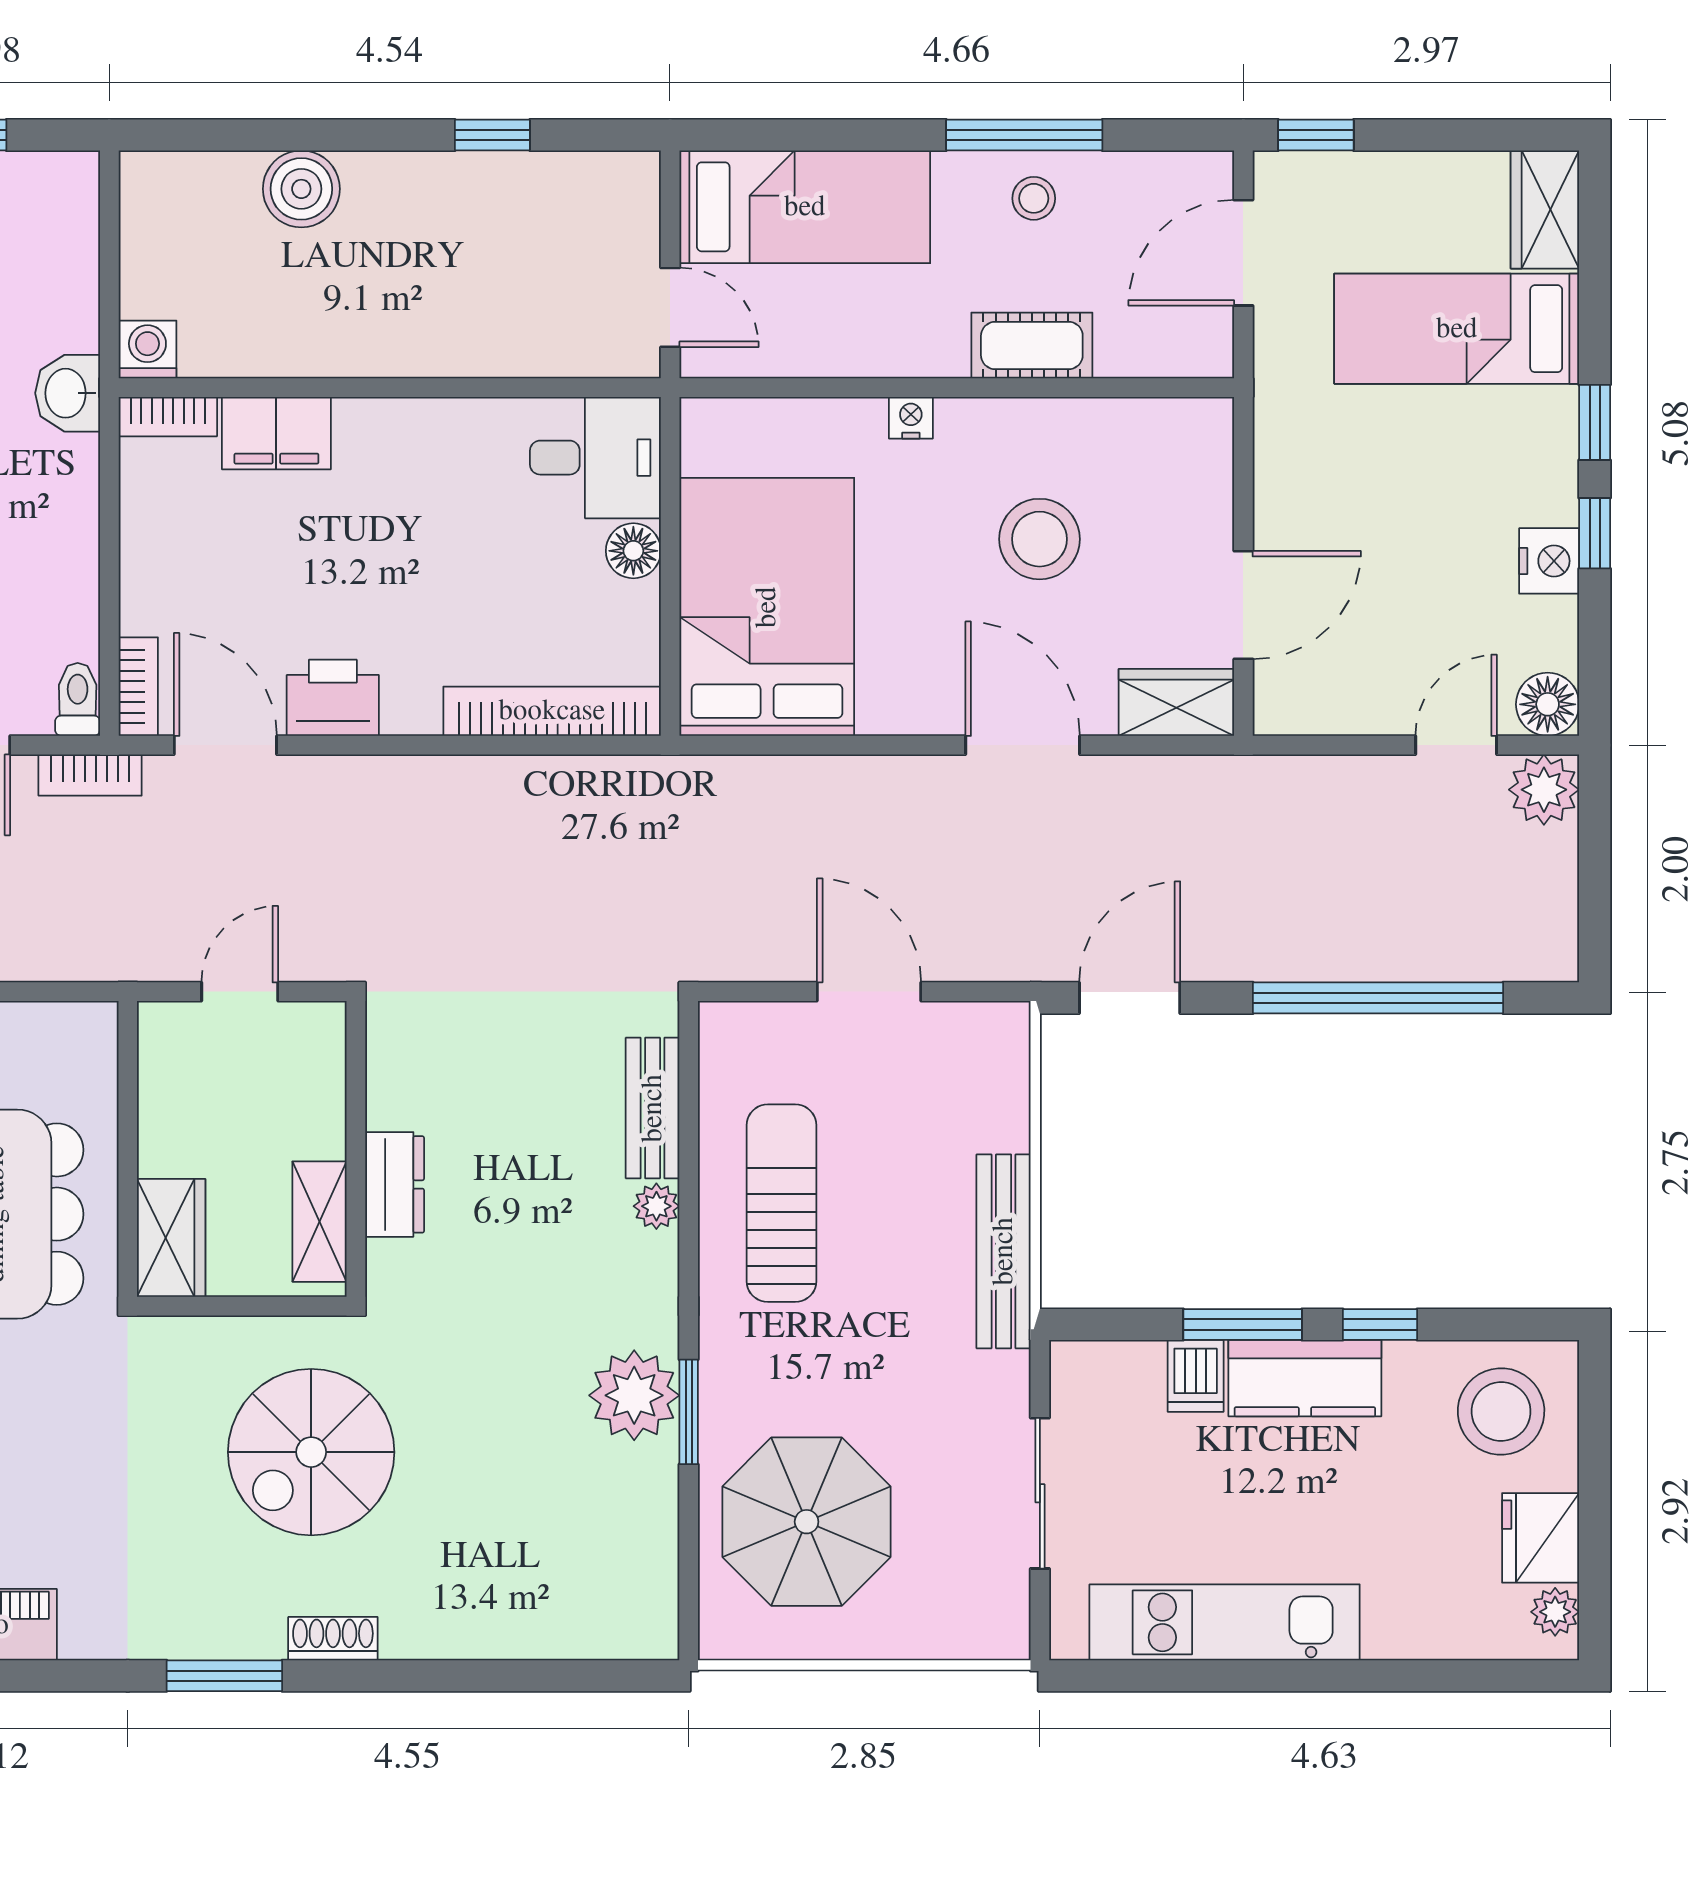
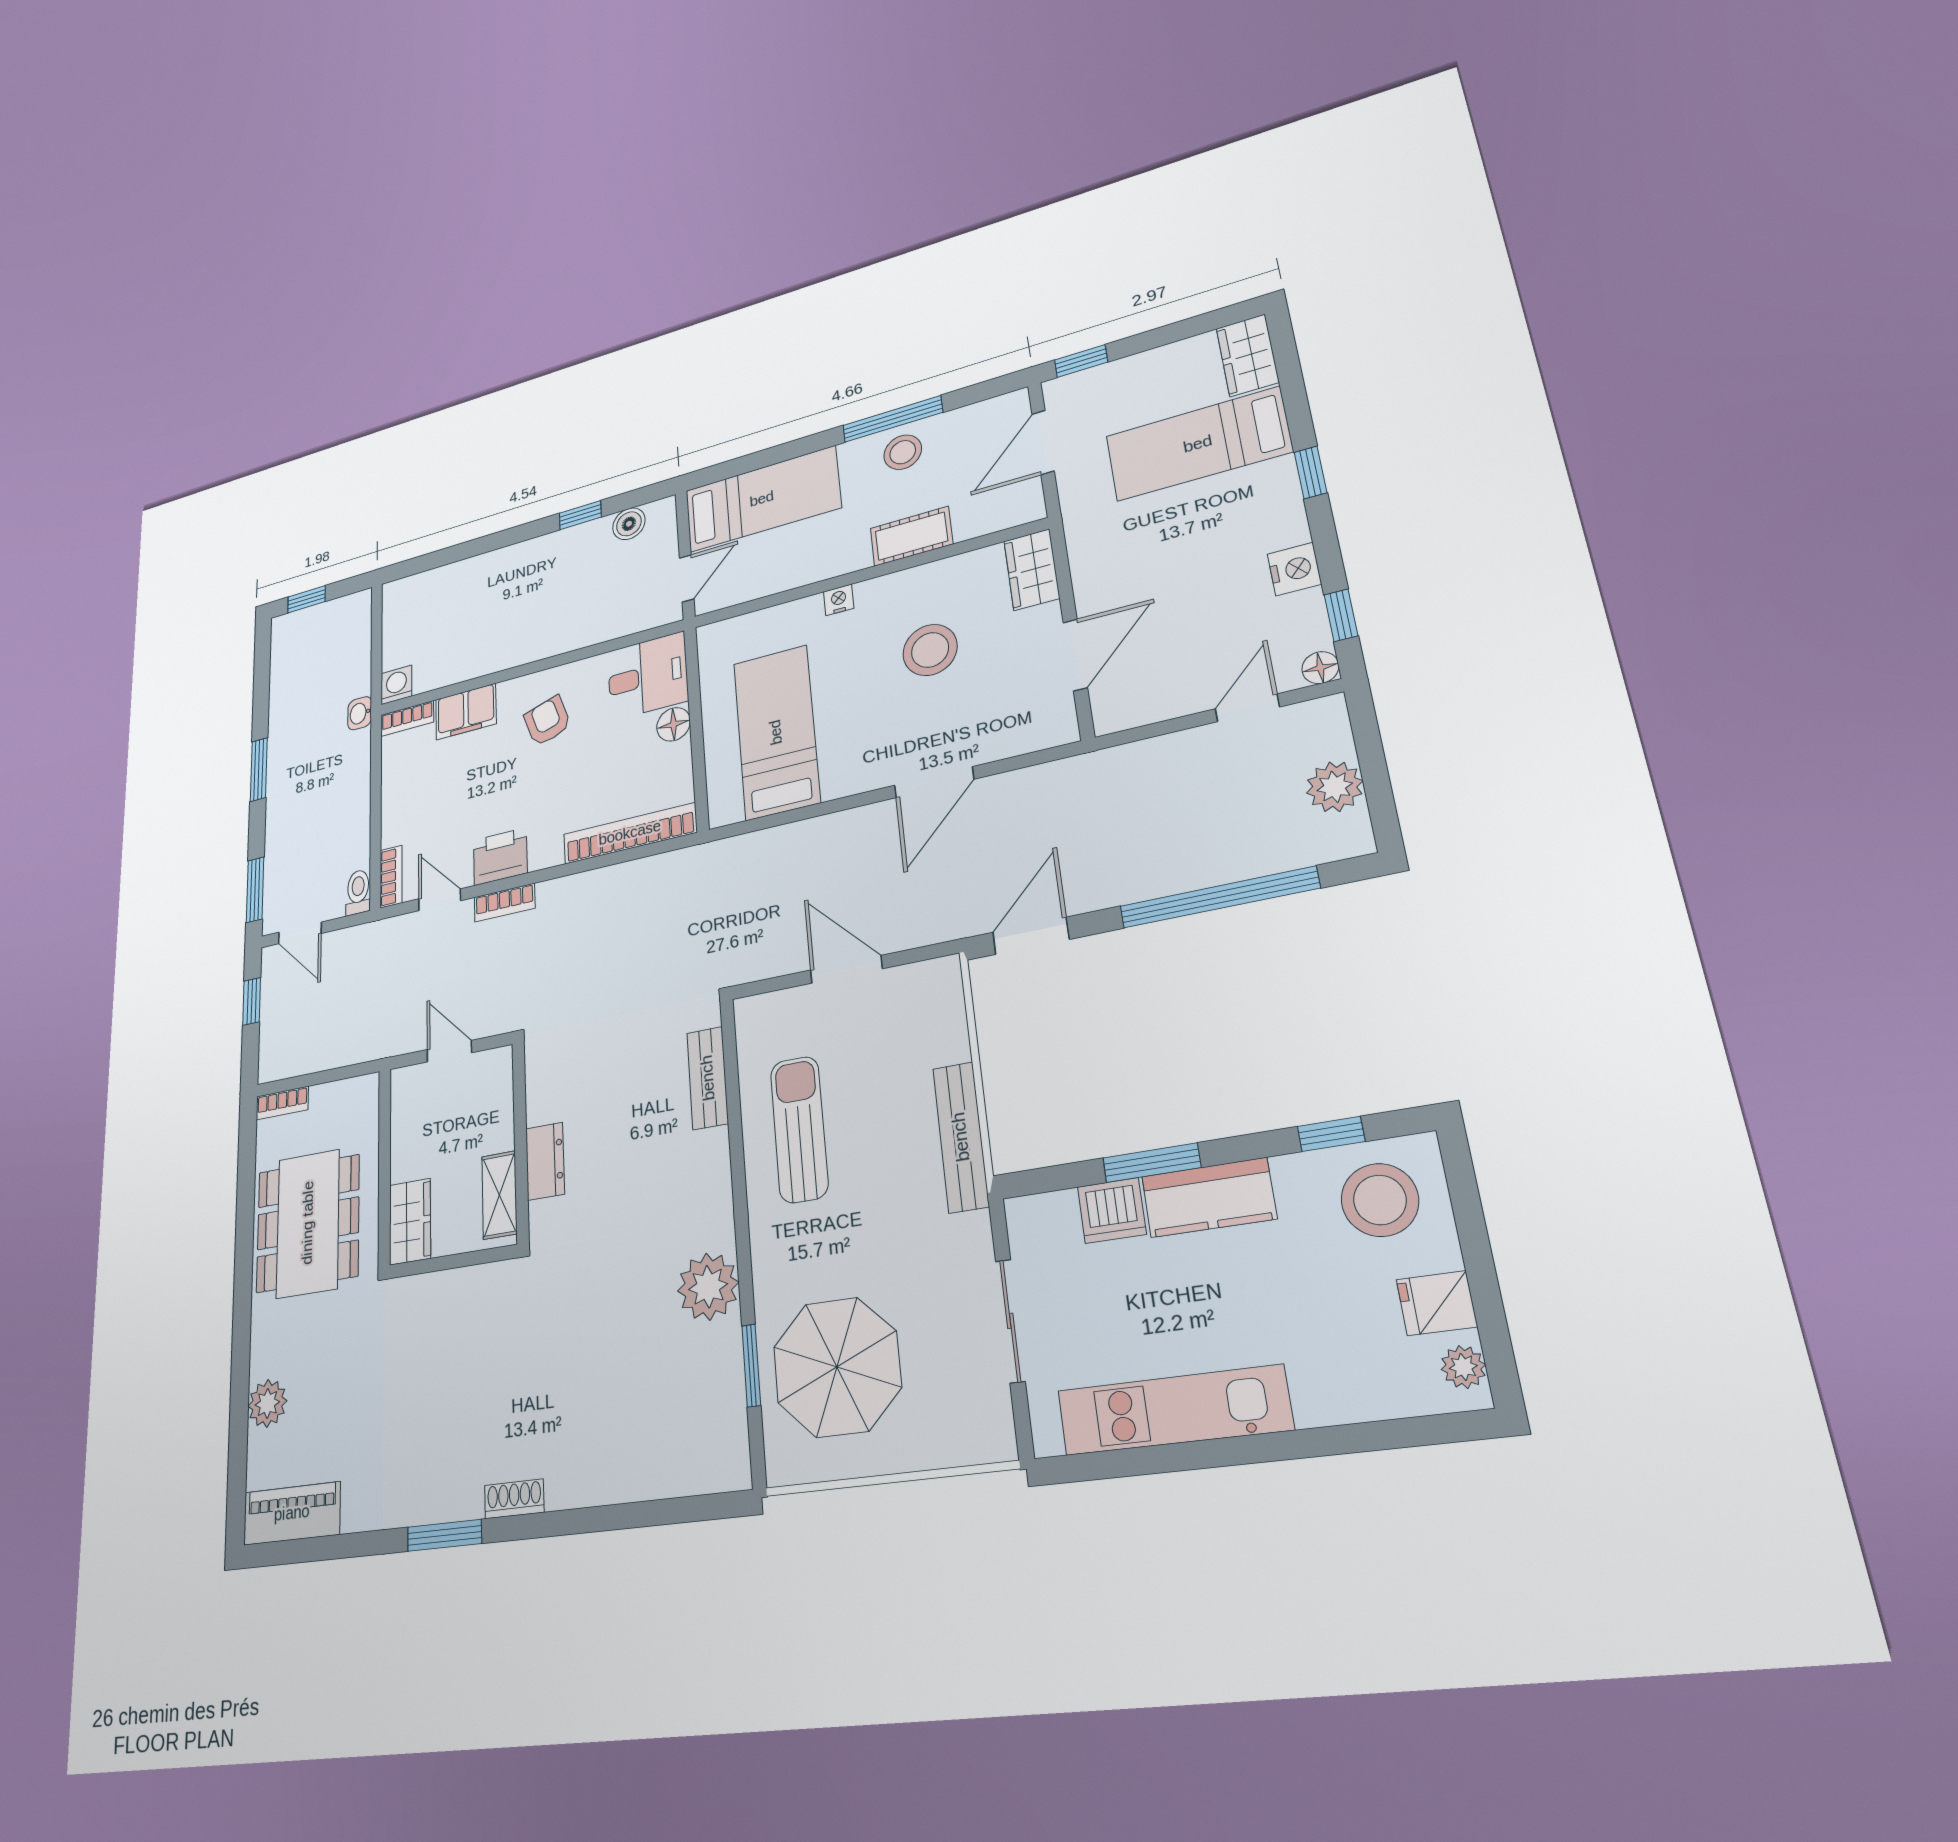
boiler: (301, 189) -> (629, 524), moved, width x0.73, depth x0.73
stool: (1034, 198) -> (903, 452), width x1.37, depth x1.37
door: (670, 307) -> (687, 578), hinge flipped
washbasin: (68, 393) -> (360, 713), width x0.72, depth x0.69
armchair: (421, 489) -> (547, 721), added
window: (1595, 533) -> (1341, 615), moved
bed: (767, 607) -> (776, 732), width x0.67
wardrobe: (1176, 702) -> (1032, 570), moved, turned -90
floor lamp: (1548, 704) -> (1320, 668), width x0.73, depth x0.73
door: (225, 745) -> (440, 900), width x0.73
door: (1023, 745) -> (934, 782), swing flipped
bookcase: (90, 775) -> (505, 903), moved
plant: (1544, 790) -> (1335, 787), moved
door: (240, 992) -> (449, 1051), hinge flipped
plant: (656, 1206) -> (714, 1146), removed
window: (1380, 1325) -> (1331, 1134), moved
dishwasher: (1196, 1376) -> (1112, 1210), width x1.38
window: (689, 1412) -> (751, 1365), moved
spiral stairs: (311, 1452) -> (497, 1360), removed
fridge: (1541, 1538) -> (1437, 1303), width x0.72

